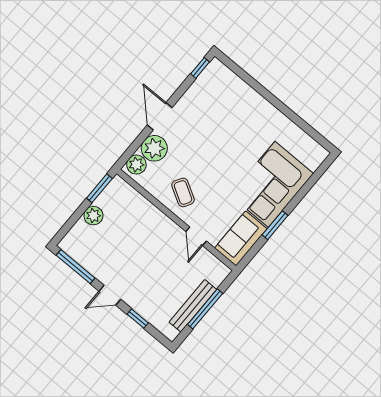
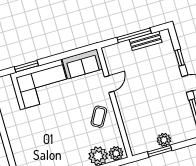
window: (99, 188) -> (160, 151), moved
window: (275, 225) -> (26, 66), moved
bench: (193, 306) -> (146, 41), width x0.73

